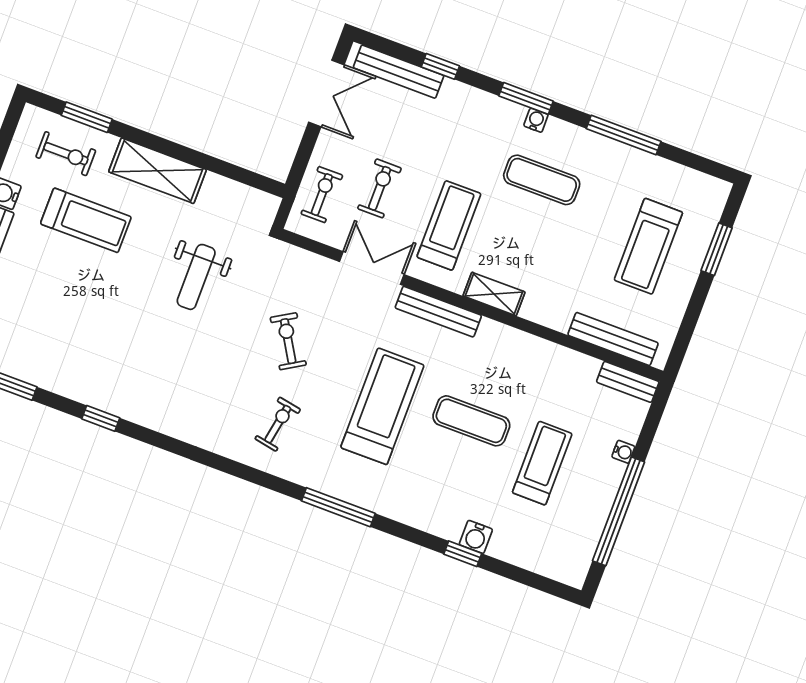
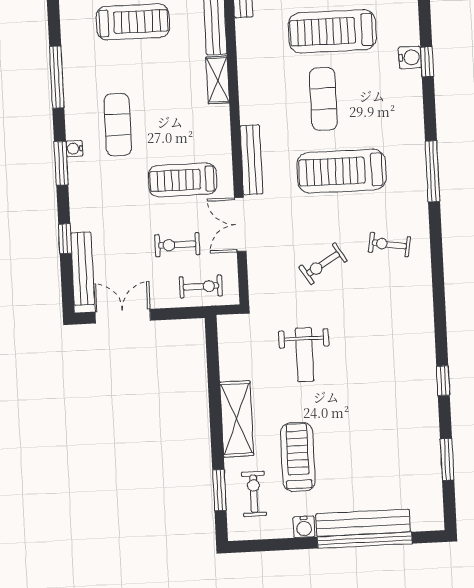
exercise bike: (322, 195) -> (201, 286), turned 180
weight bench: (196, 277) -> (305, 355), turned 90
shelving: (494, 294) -> (218, 80), moved
treadmill: (542, 463) -> (332, 31), width x1.37, depth x1.38

